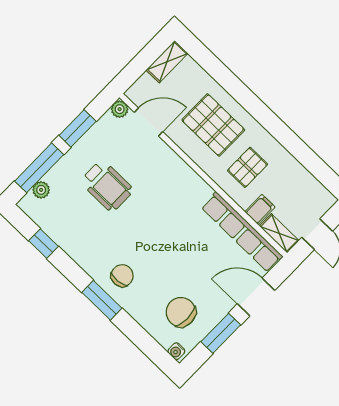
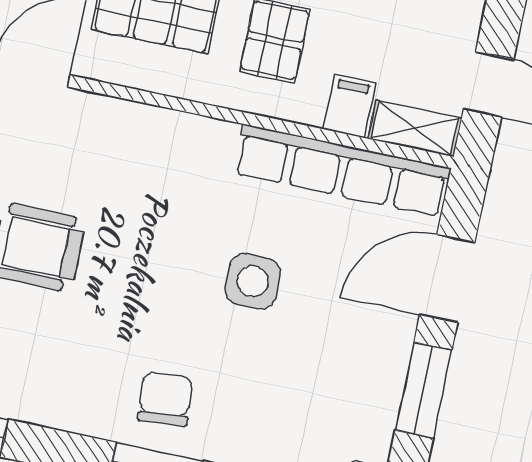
side table: (183, 252) -> (253, 281), added
chair: (181, 312) -> (322, 398), removed

